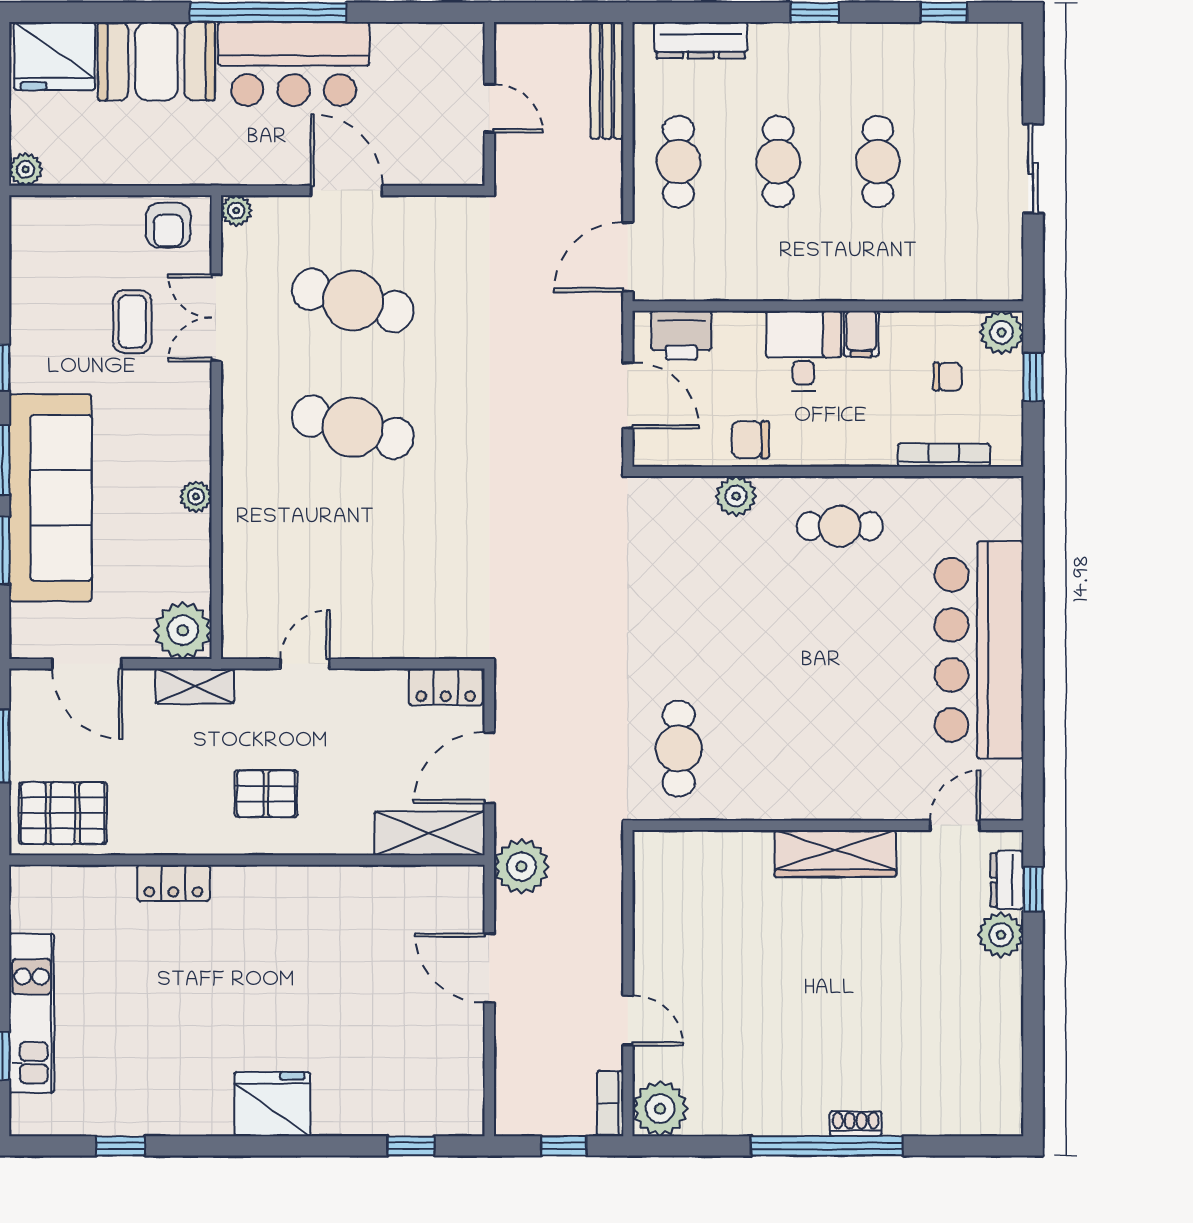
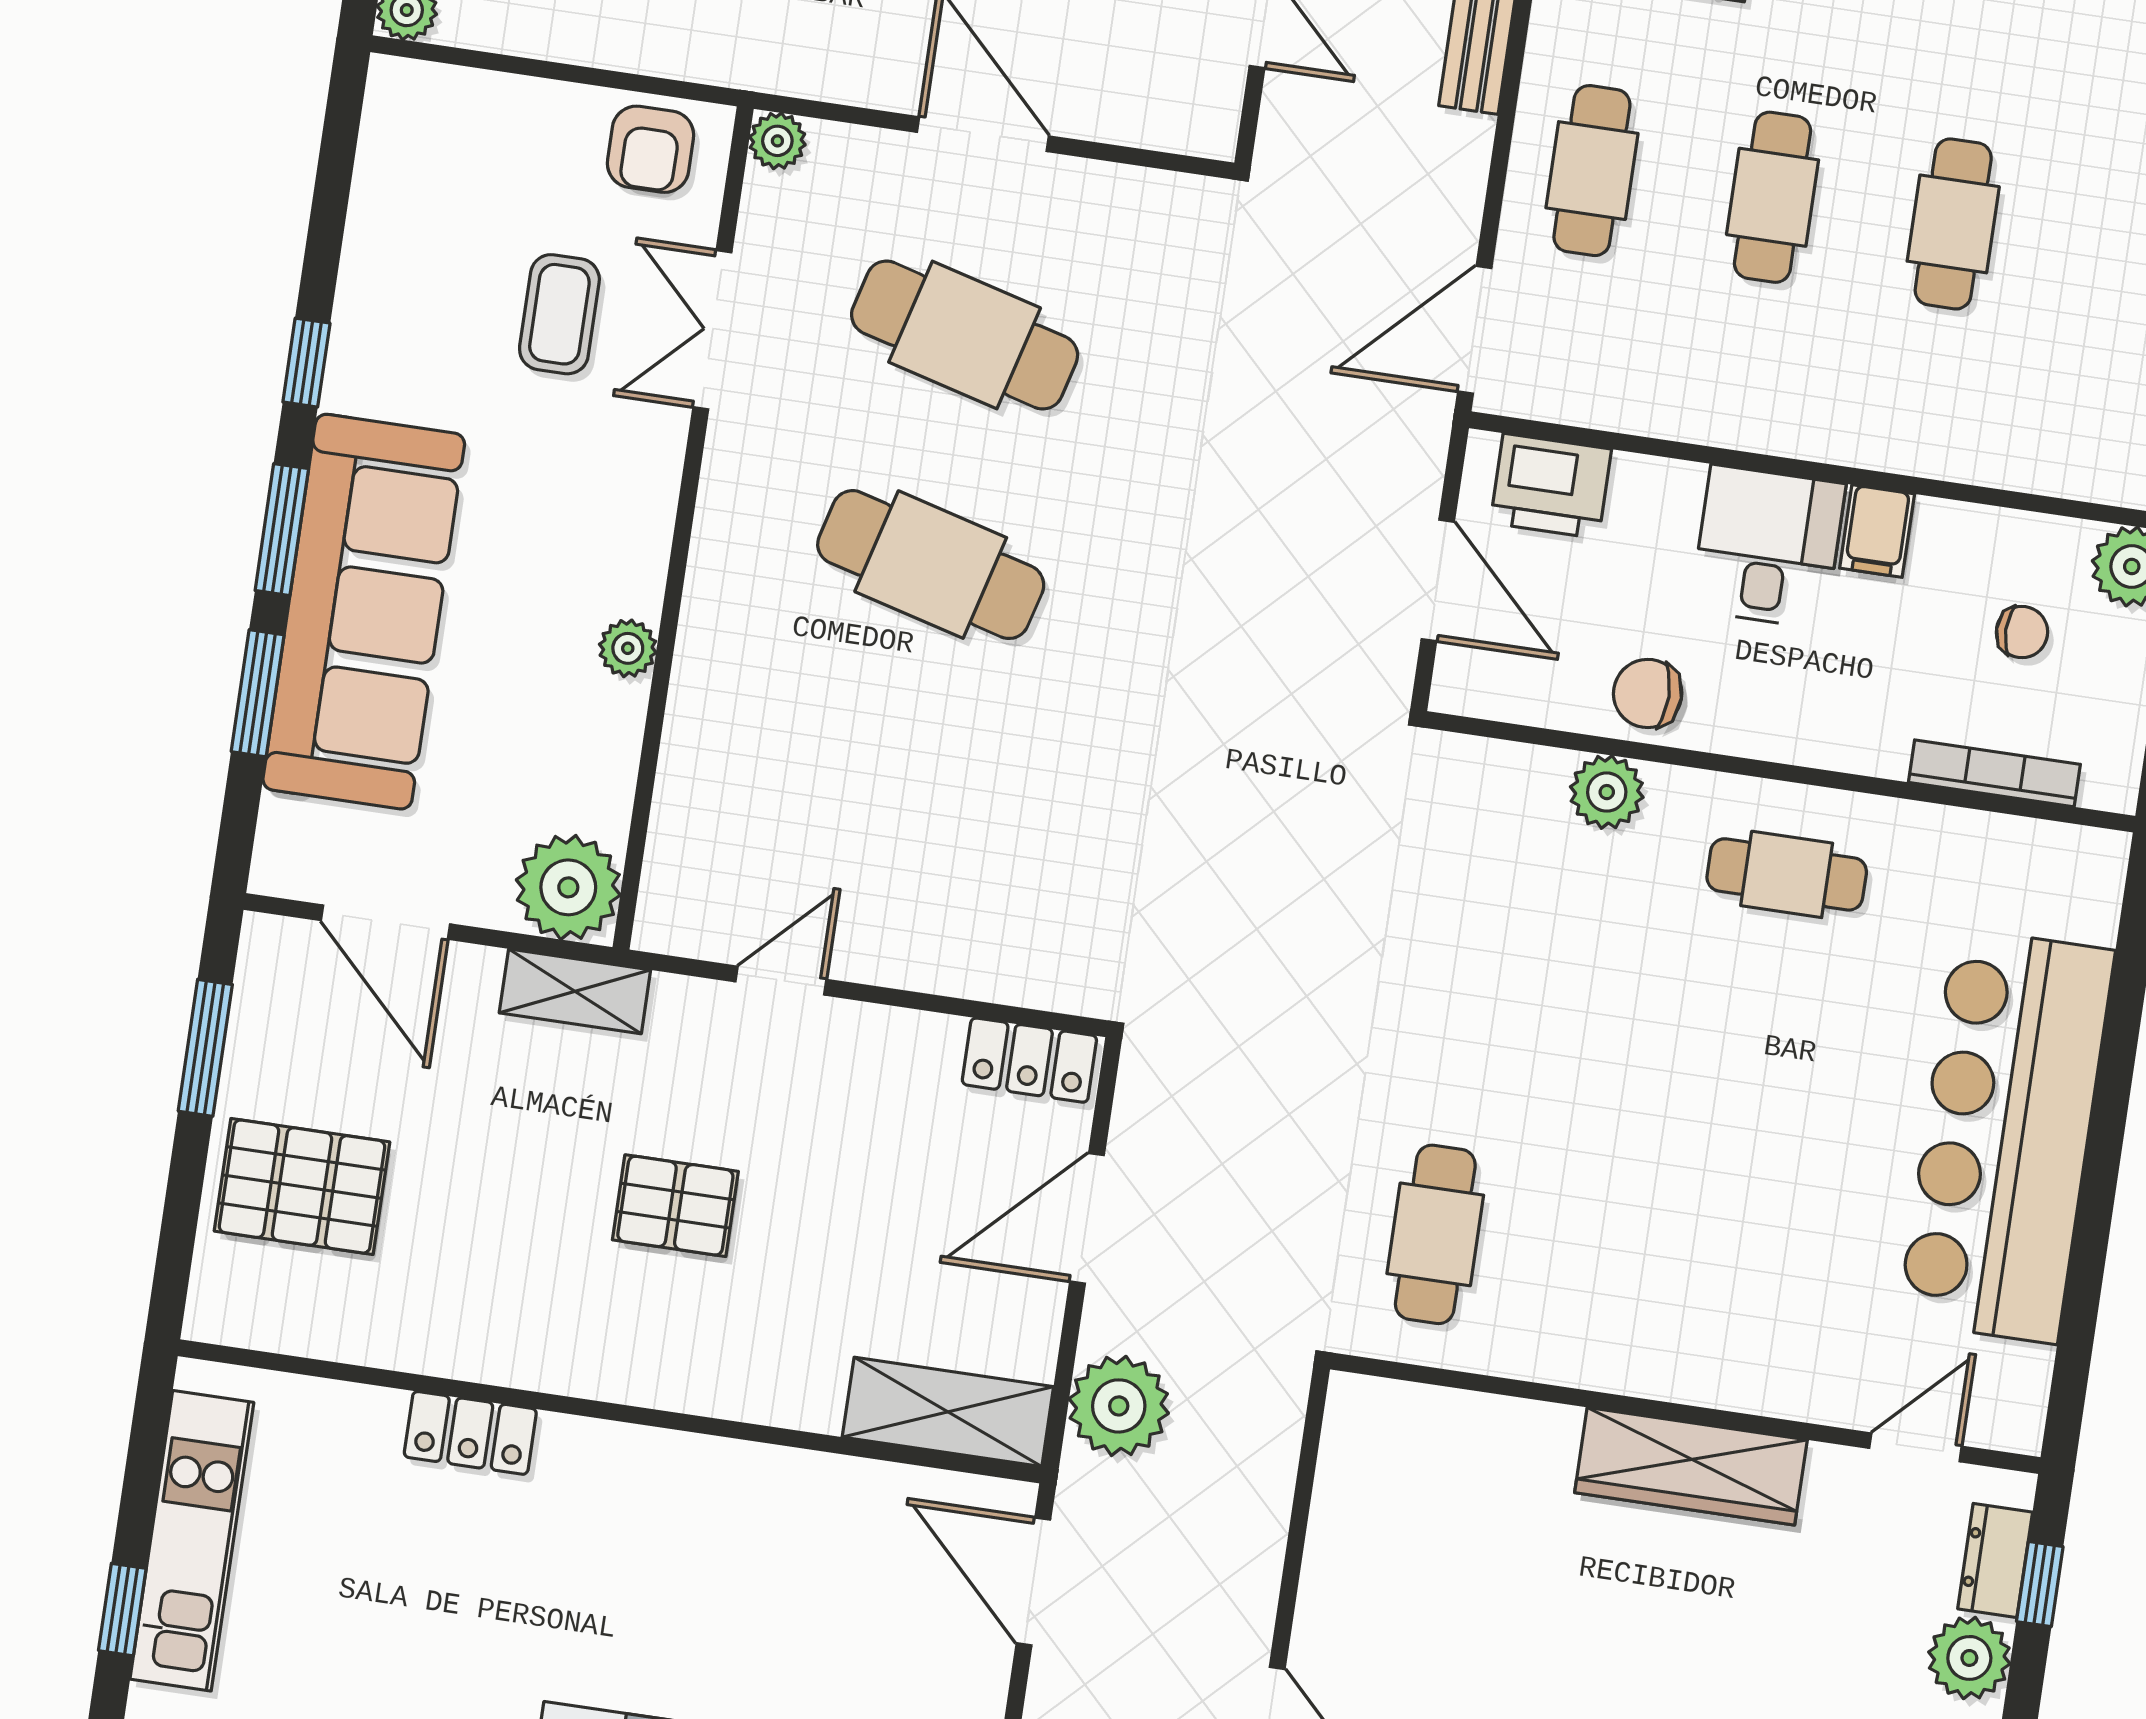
shelving: (430, 833) -> (948, 1412), moved
wall: (247, 860) -> (610, 1411), moved
locker: (173, 883) -> (470, 1433), moved

